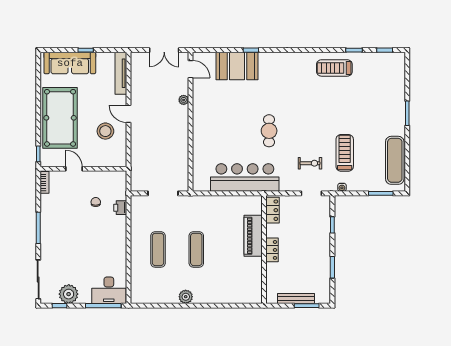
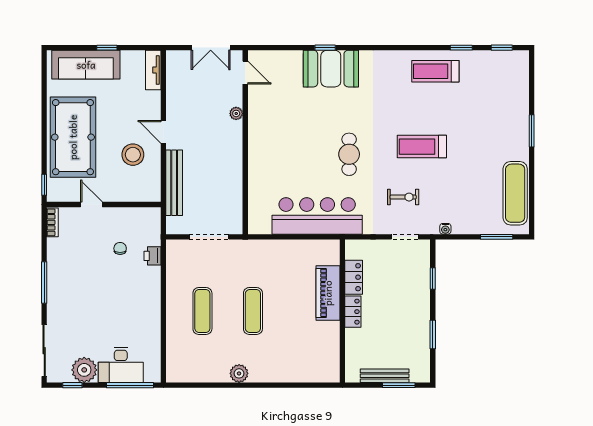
booth: (237, 66) -> (331, 69), moved
tv unit: (121, 73) -> (153, 70), width x0.71
bench: (137, 152) -> (174, 183), added
treadmill: (345, 153) -> (422, 147), moved, turned -90
locker: (273, 210) -> (354, 277), moved
desk: (109, 290) -> (121, 365), moved

